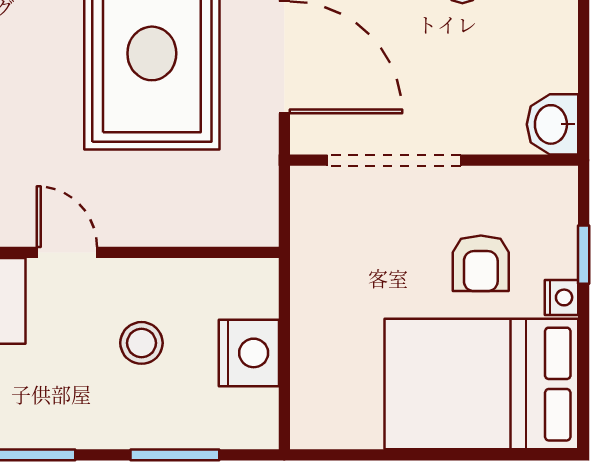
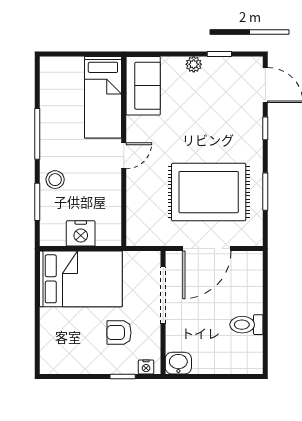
nightstand: (561, 297) -> (146, 367), moved
stool: (141, 343) -> (55, 180), moved
bed: (481, 384) -> (81, 279), moved, turned 90

